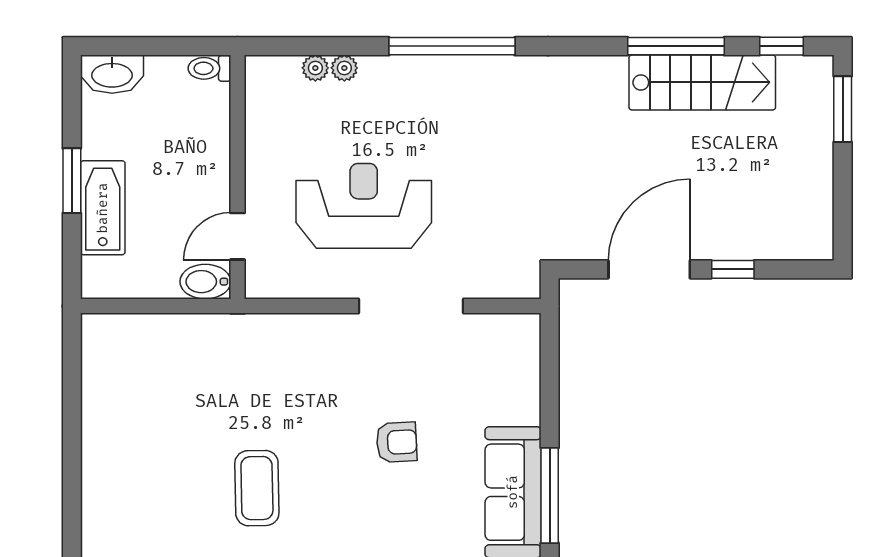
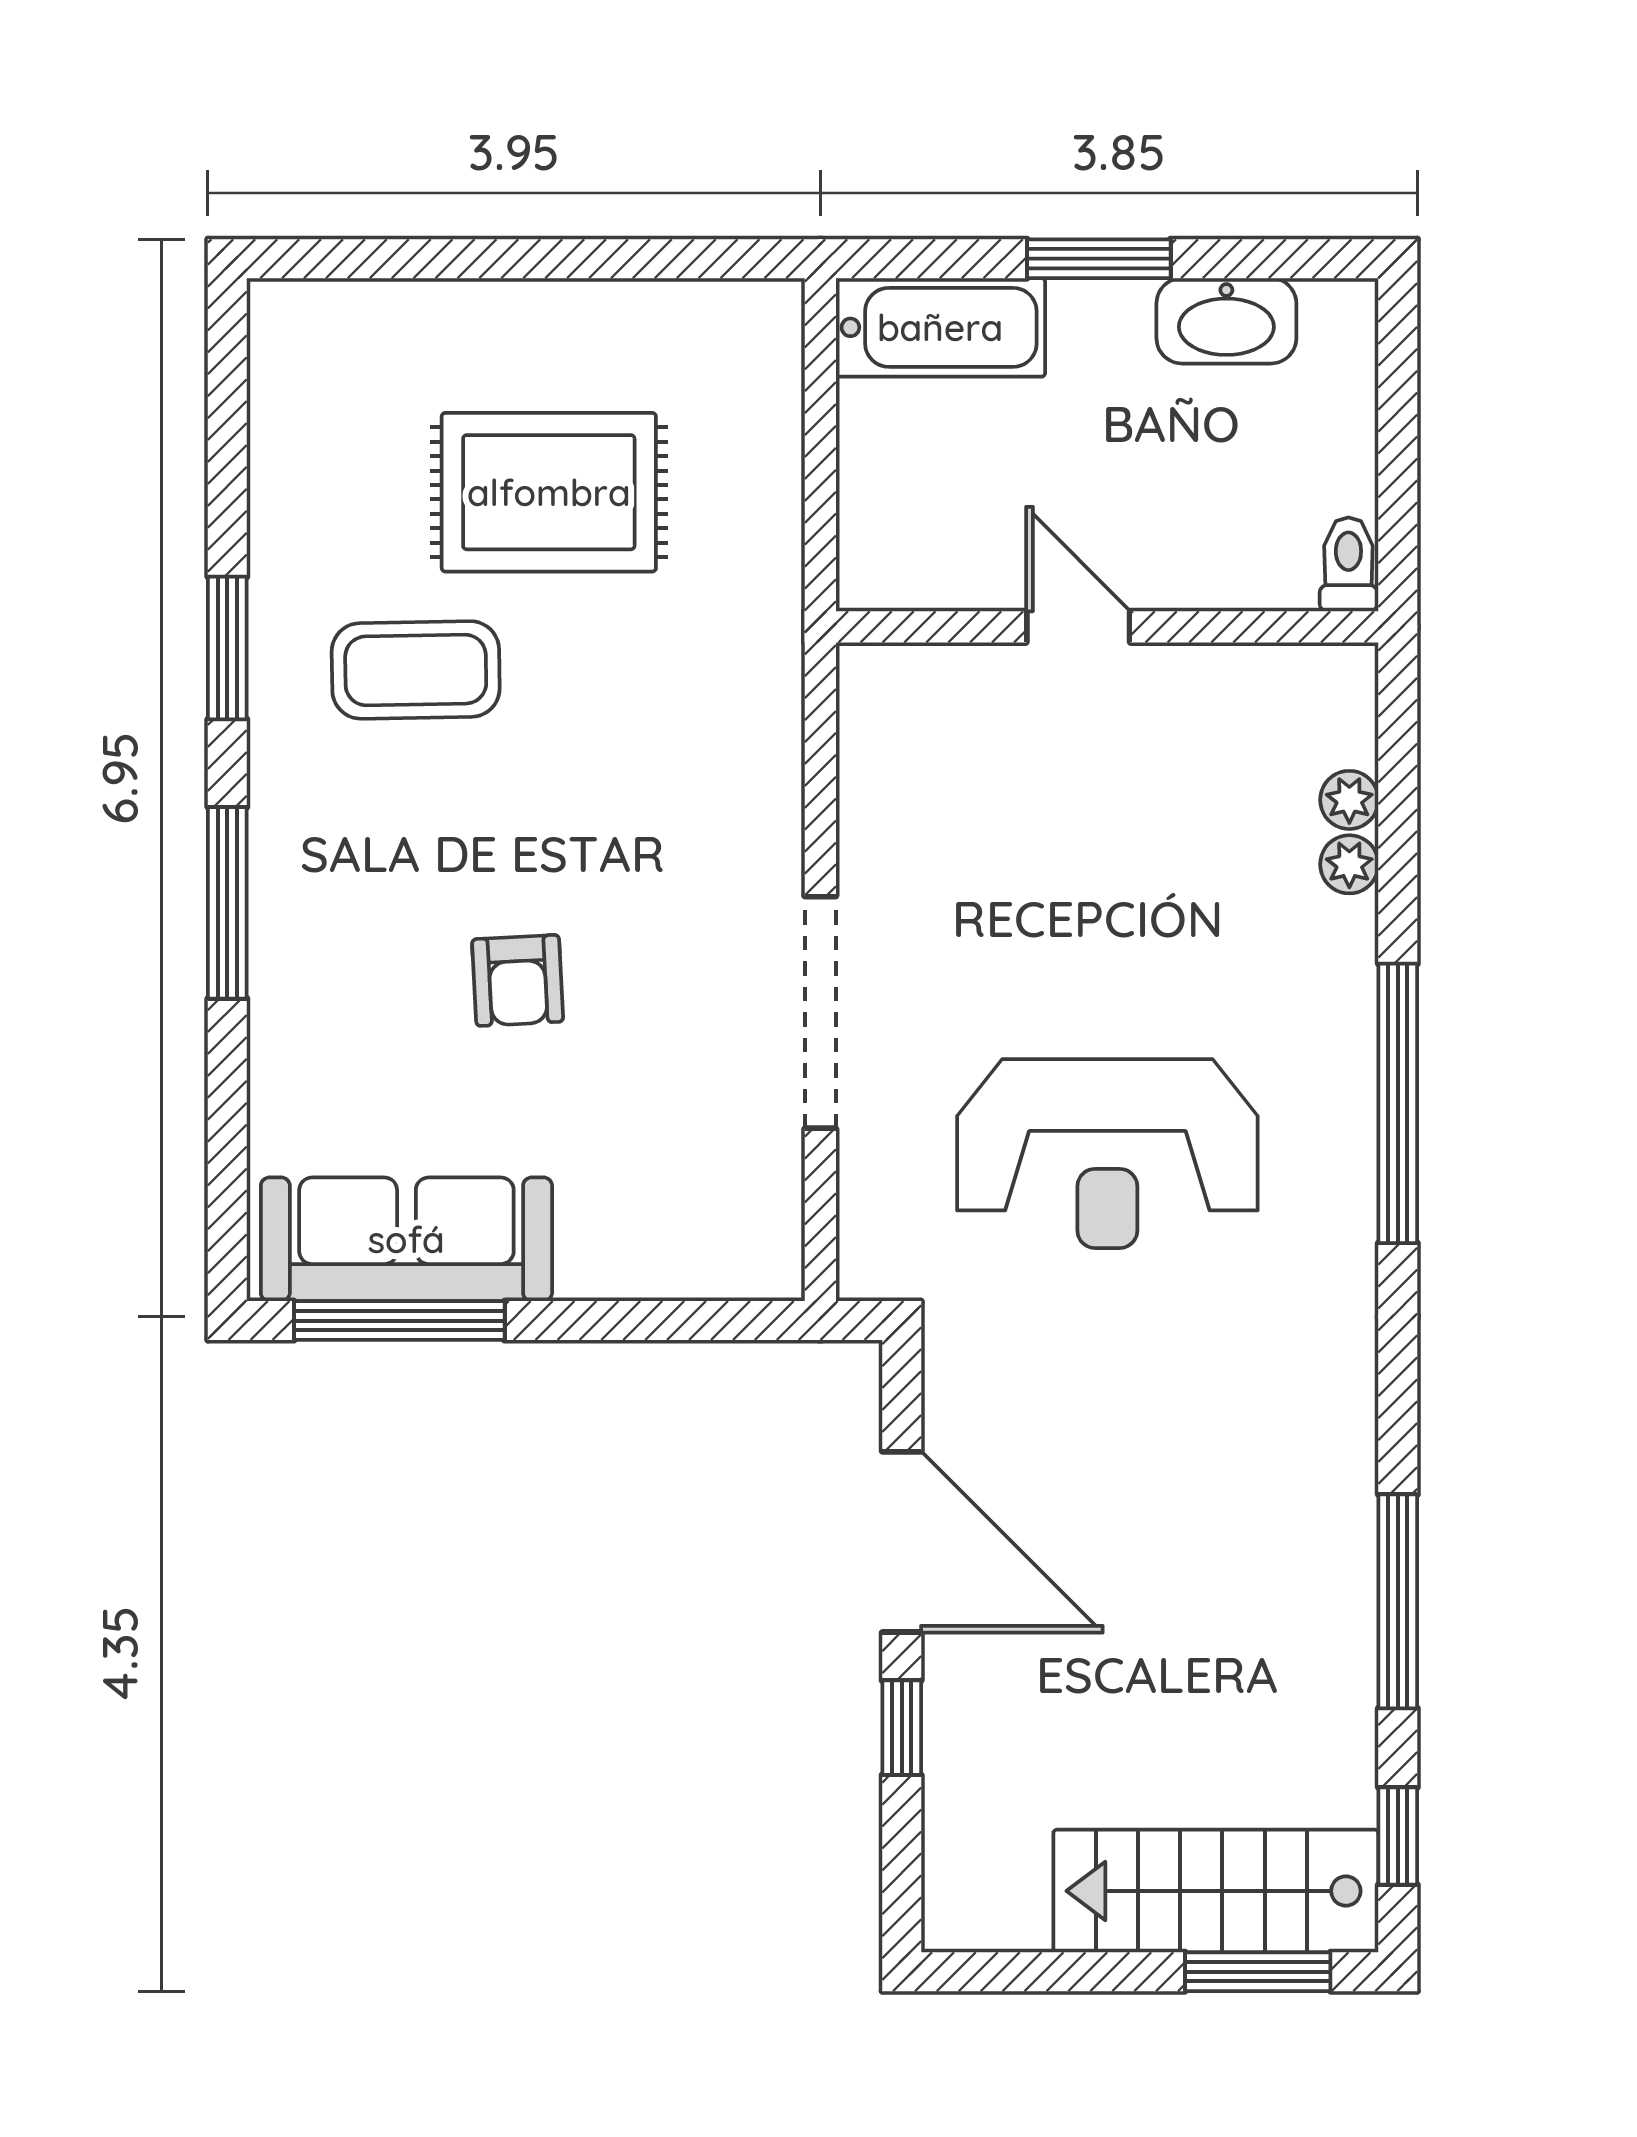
washbasin: (112, 74) -> (1226, 321), moved, turned -90
stairs: (702, 82) -> (1216, 1891), moved, turned 90
reception desk: (364, 206) -> (1107, 1154), moved, turned 90
bathtub: (103, 208) -> (940, 327), moved
door: (237, 236) -> (1078, 627), moved
bidet: (205, 282) -> (875, 555), removed
rug: (177, 428) -> (549, 492), added

